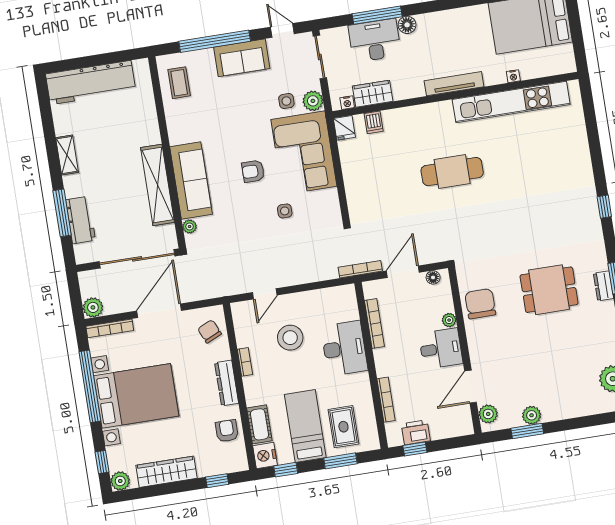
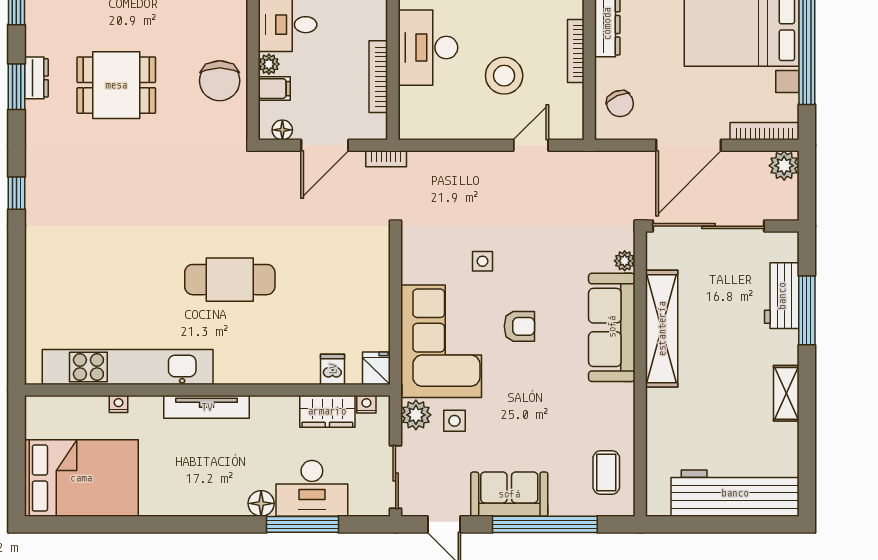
bookcase: (360, 269) -> (386, 159), width x0.64
filing cabinet: (443, 304) -> (274, 89), added
bookcase: (245, 362) -> (576, 51), width x1.56

